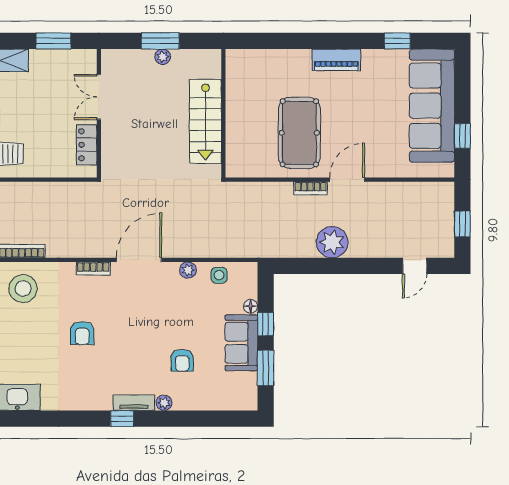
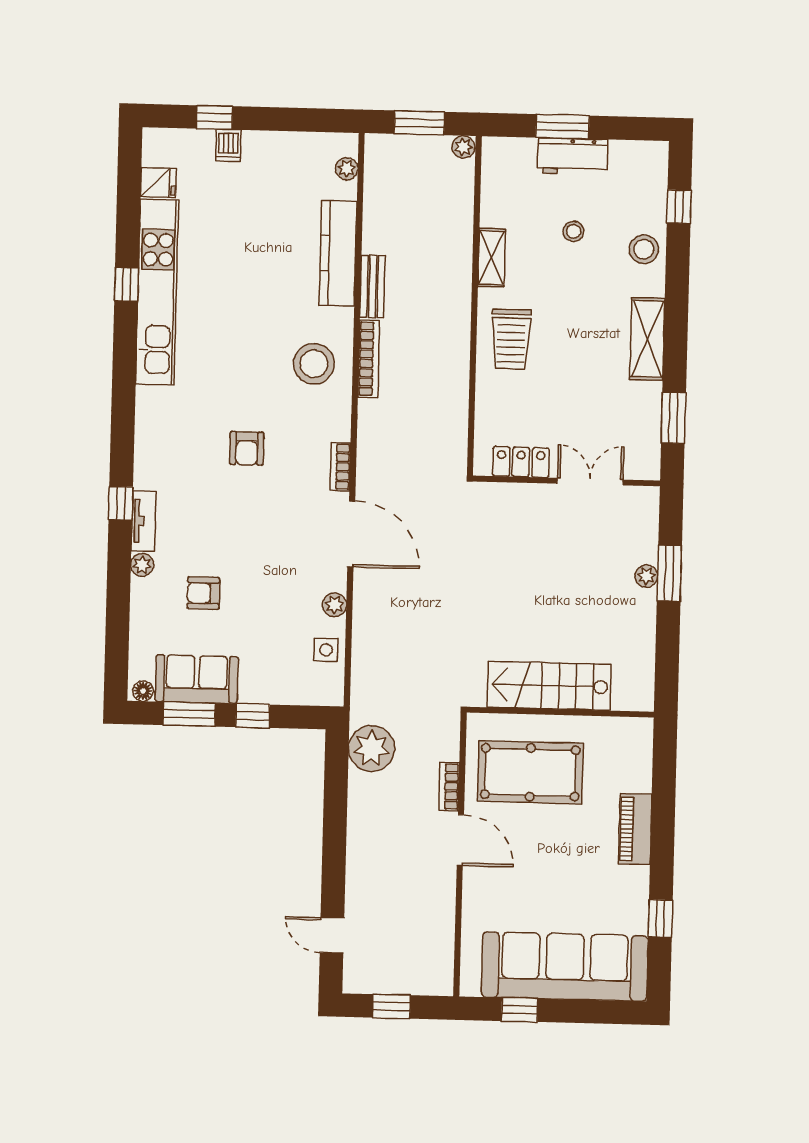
wall: (223, 113) -> (560, 712), moved
stairs: (205, 121) -> (549, 686), moved
plant: (332, 242) -> (371, 749), moved
floor lamp: (251, 306) -> (143, 691), moved
armchair: (82, 333) -> (247, 448), turned -90
sofa: (241, 343) -> (197, 679), moved

